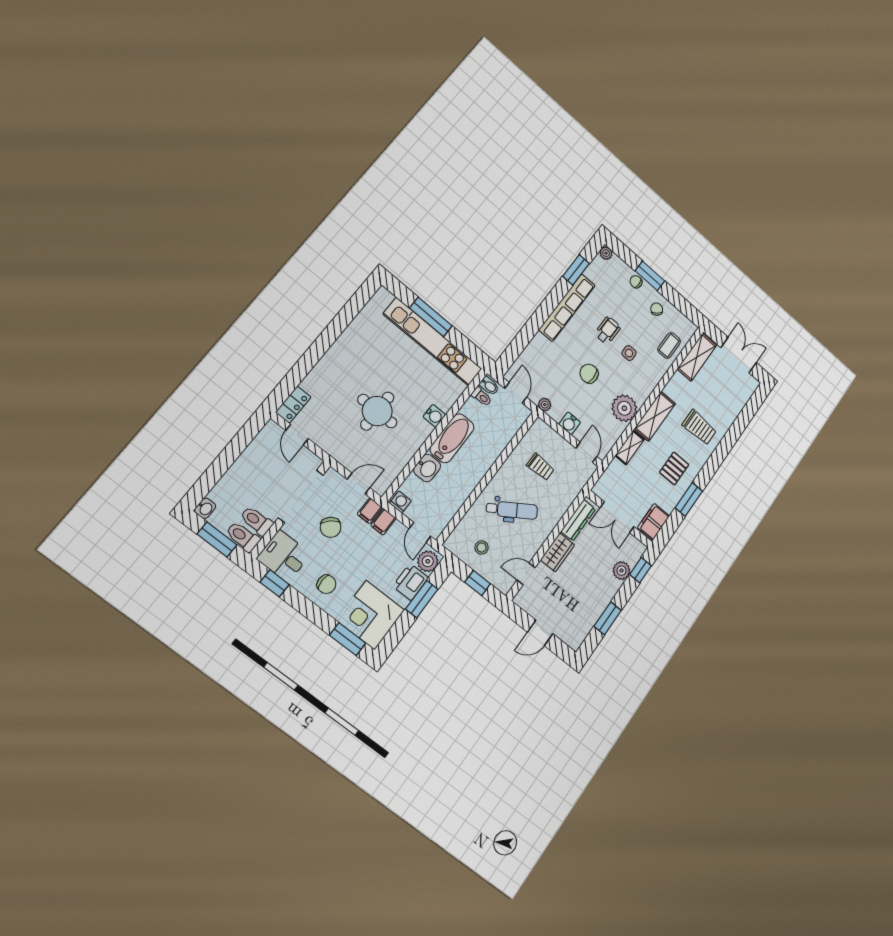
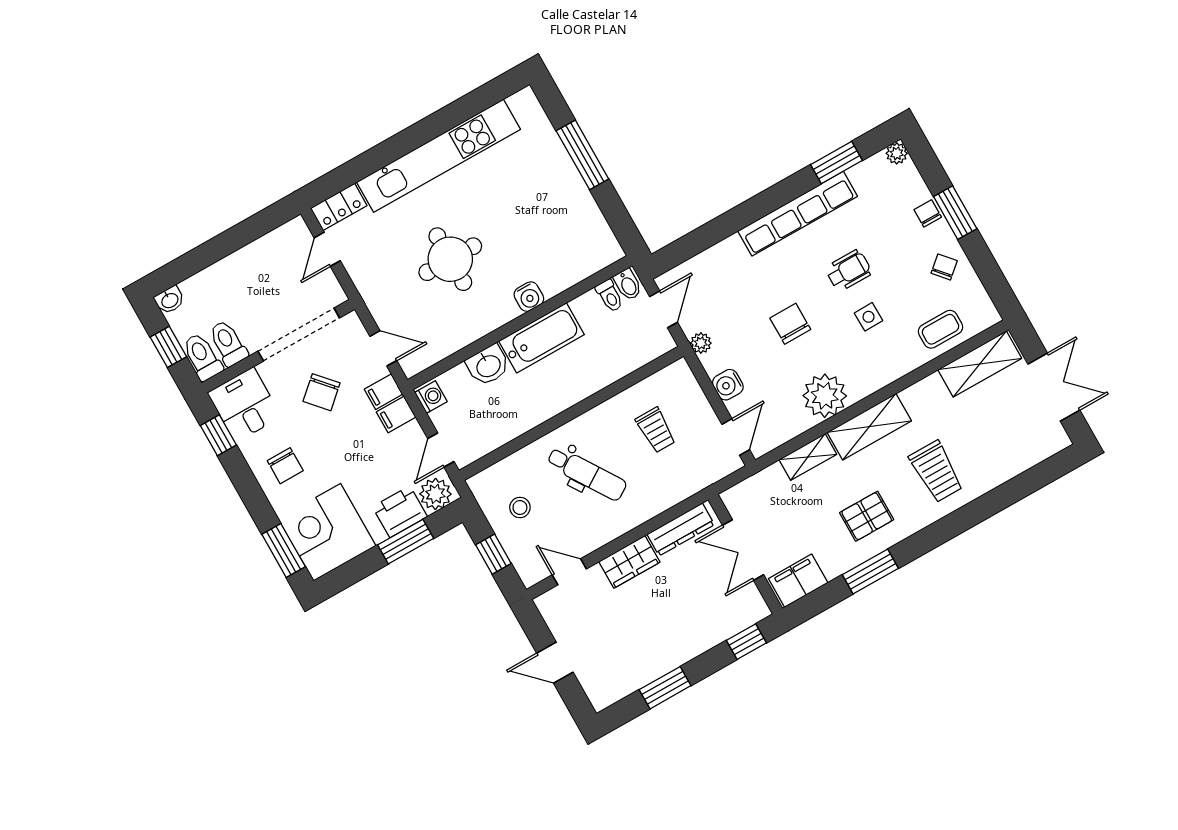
kitchen unit: (433, 342) -> (438, 156), moved, turned -90
window: (217, 539) -> (168, 347), width x0.67
plant: (621, 571) -> (716, 629), removed

